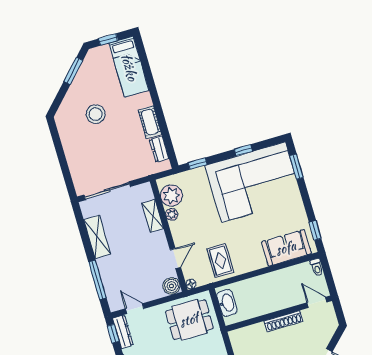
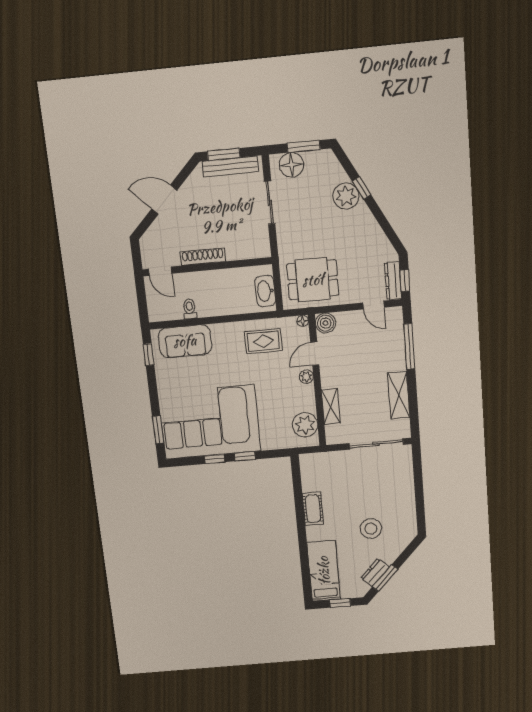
dresser: (159, 149) -> (375, 573), moved, turned -136
window: (198, 164) -> (245, 456), moved
plant: (172, 214) -> (306, 377), moved
rug: (220, 261) -> (263, 341), turned 90
toilet: (317, 267) -> (190, 309), moved

